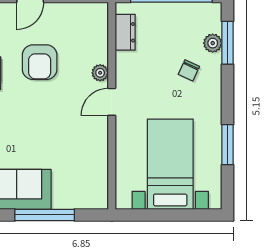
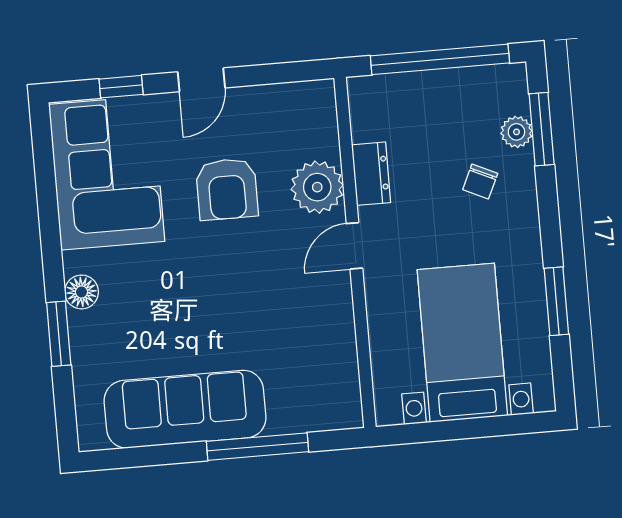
dresser: (125, 32) -> (371, 174), moved
plant: (100, 73) -> (317, 187), width x1.88, depth x1.88

